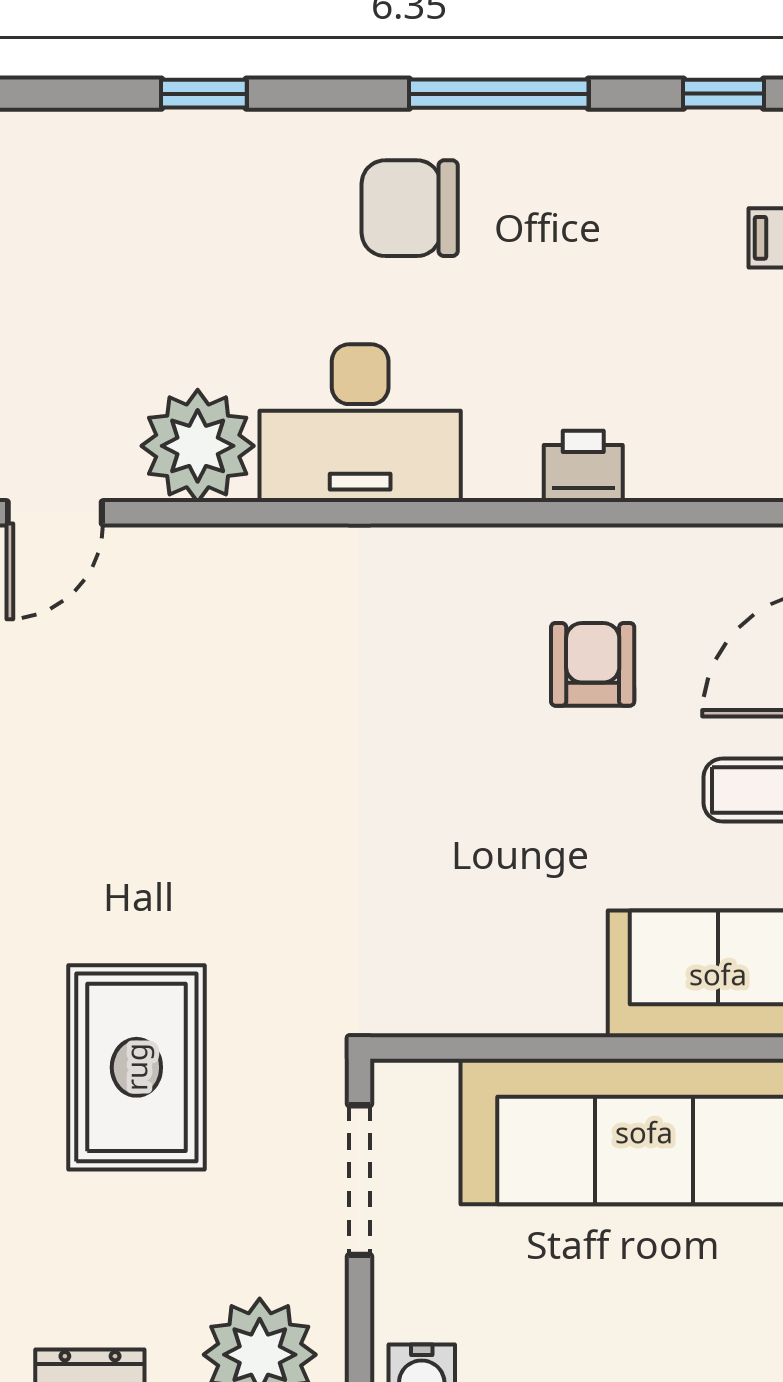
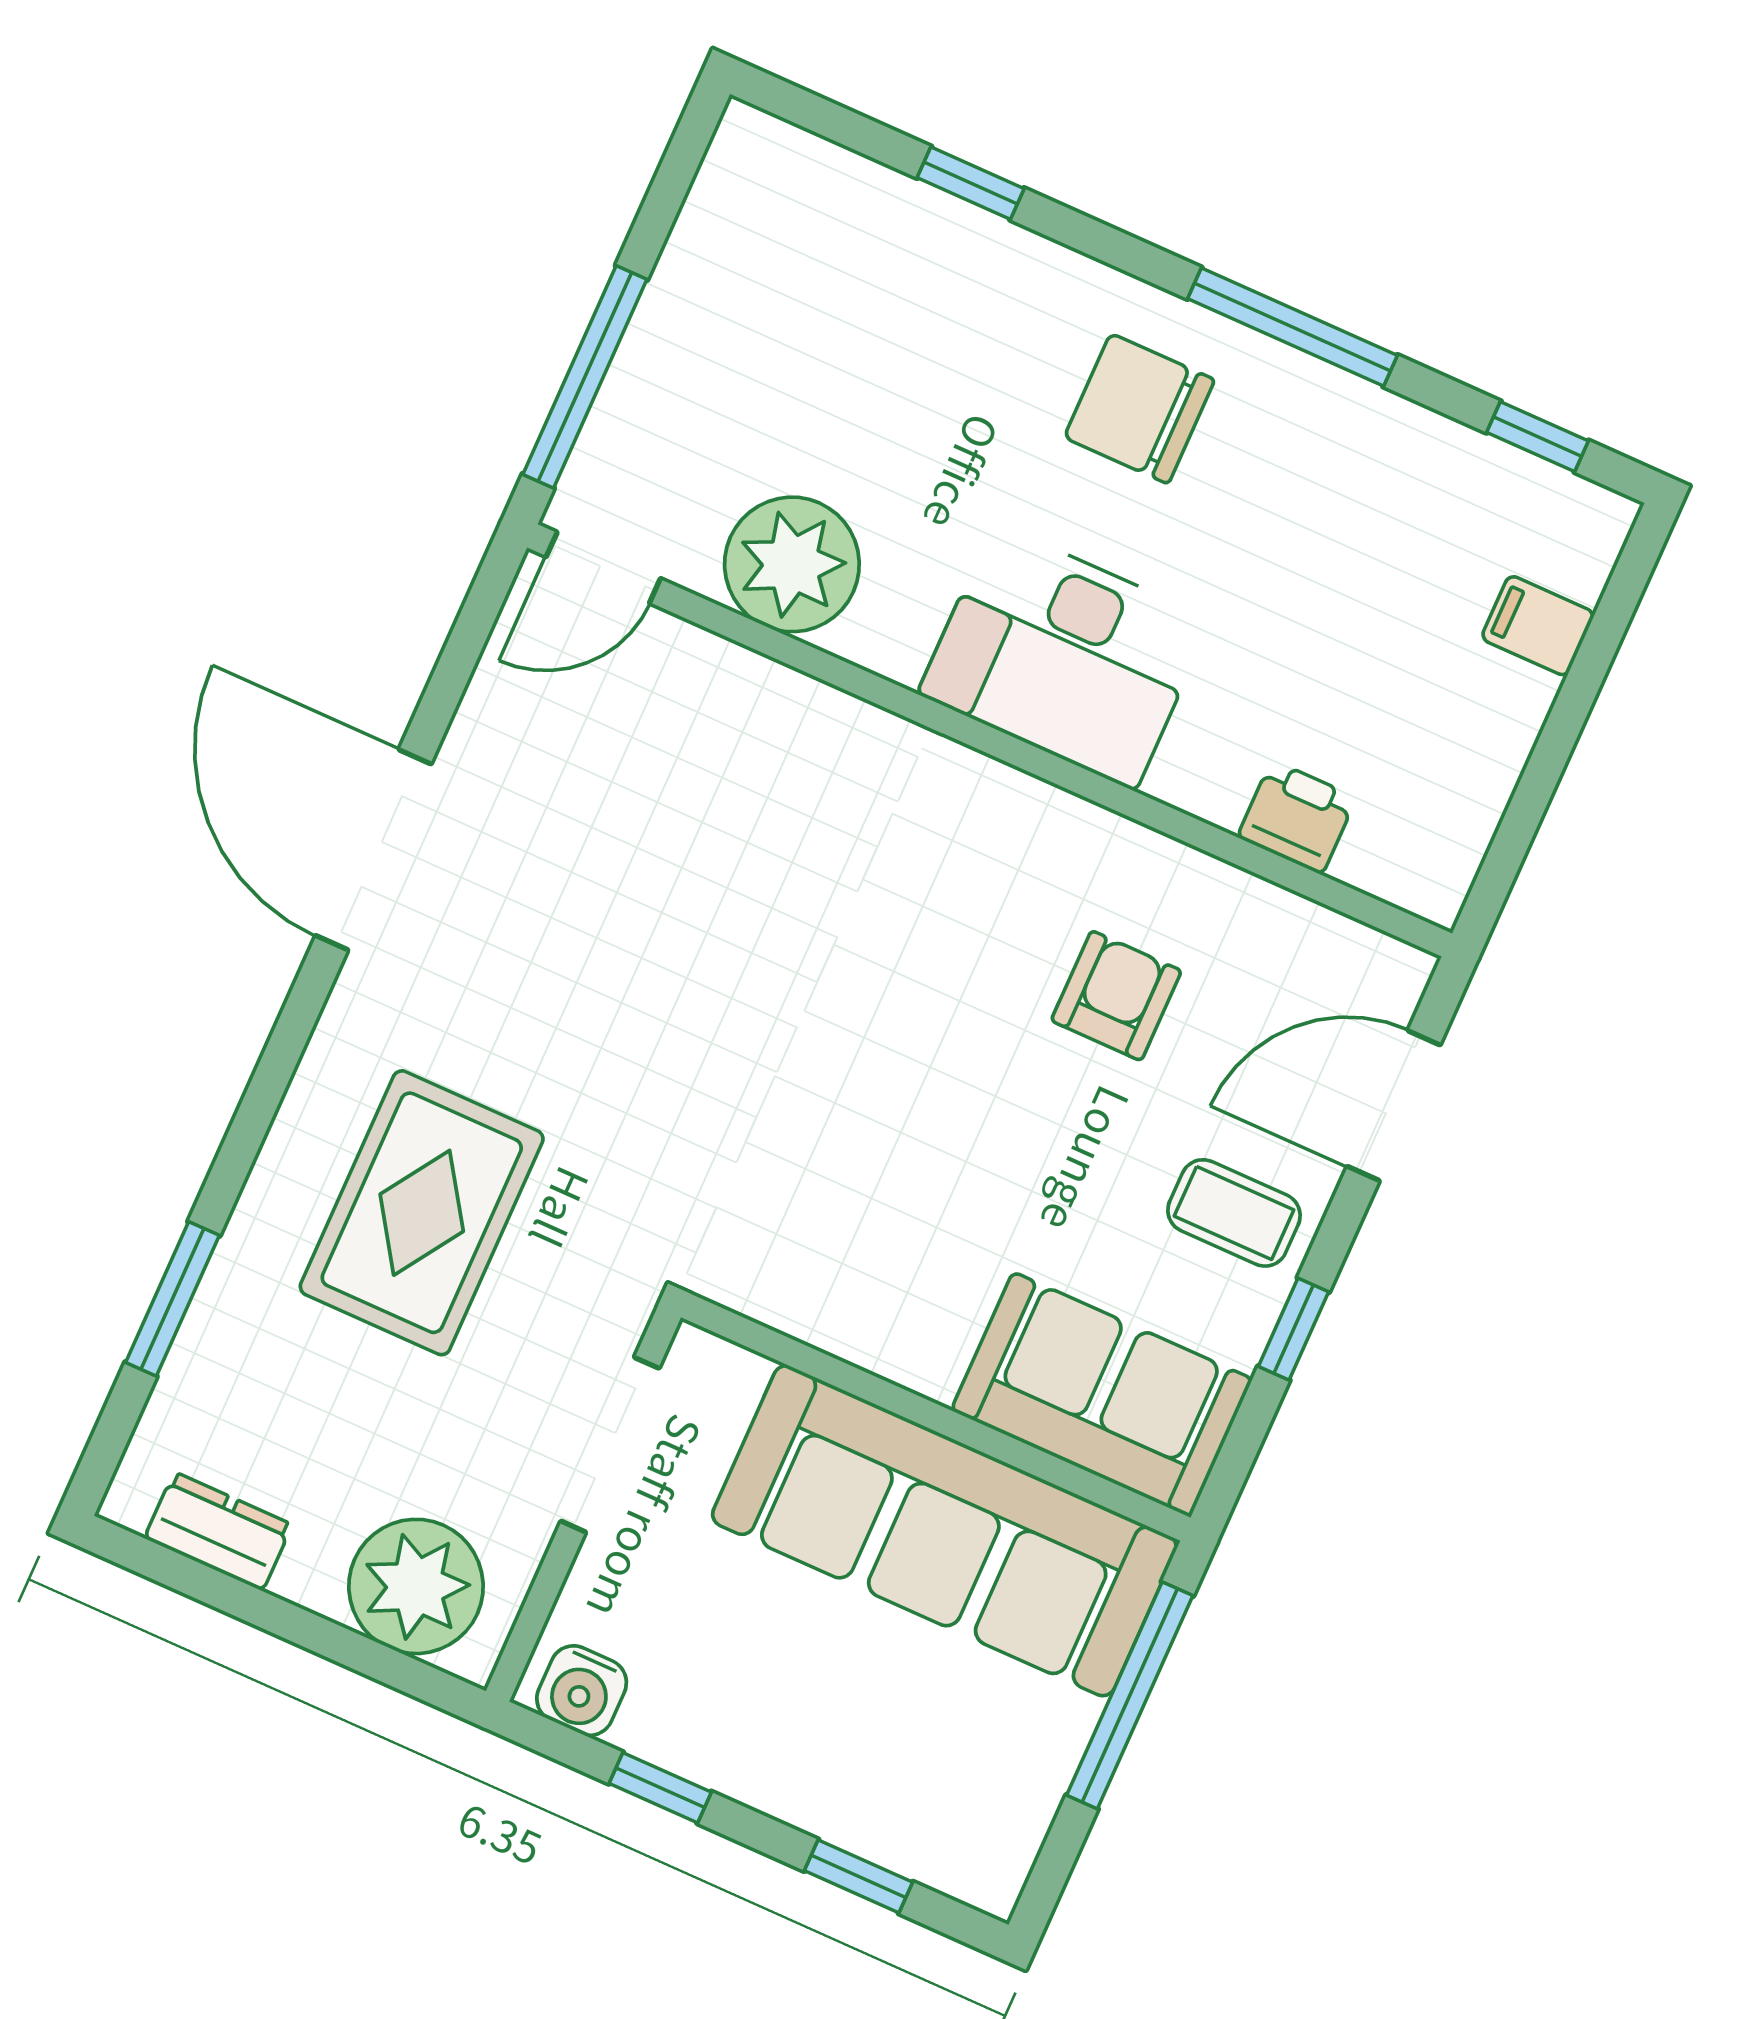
desk: (360, 423) -> (1065, 657), moved
printer: (583, 466) -> (1297, 817), moved

